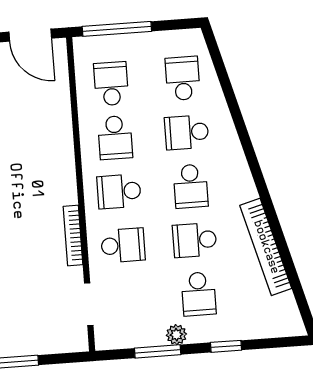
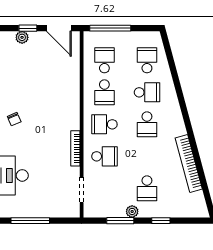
school desk: (187, 132) -> (147, 92), turned 180
school desk: (195, 240) -> (147, 156), removed

